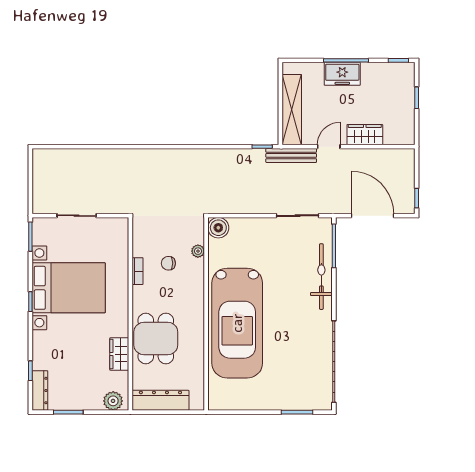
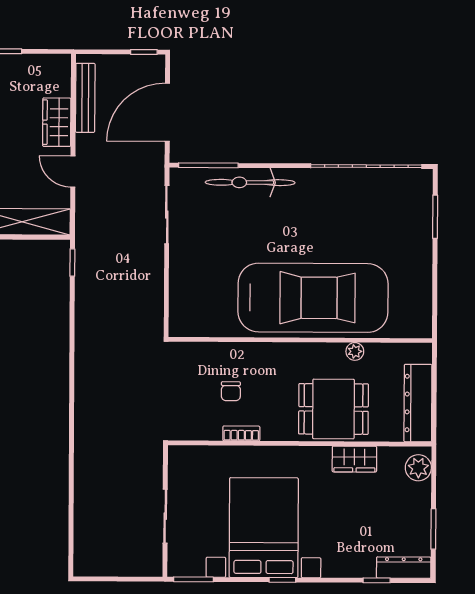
bench: (291, 155) -> (85, 98), moved
boiler: (218, 228) -> (183, 323), removed
plant: (198, 251) -> (355, 351), moved

